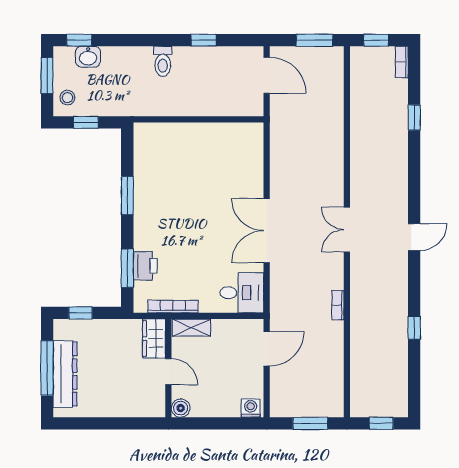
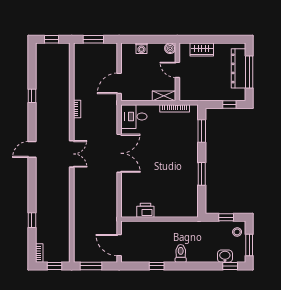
printer: (145, 266) -> (145, 210), moved, turned 90
wardrobe: (154, 339) -> (202, 50), moved, turned 90
washing machine: (251, 408) -> (142, 48), moved

